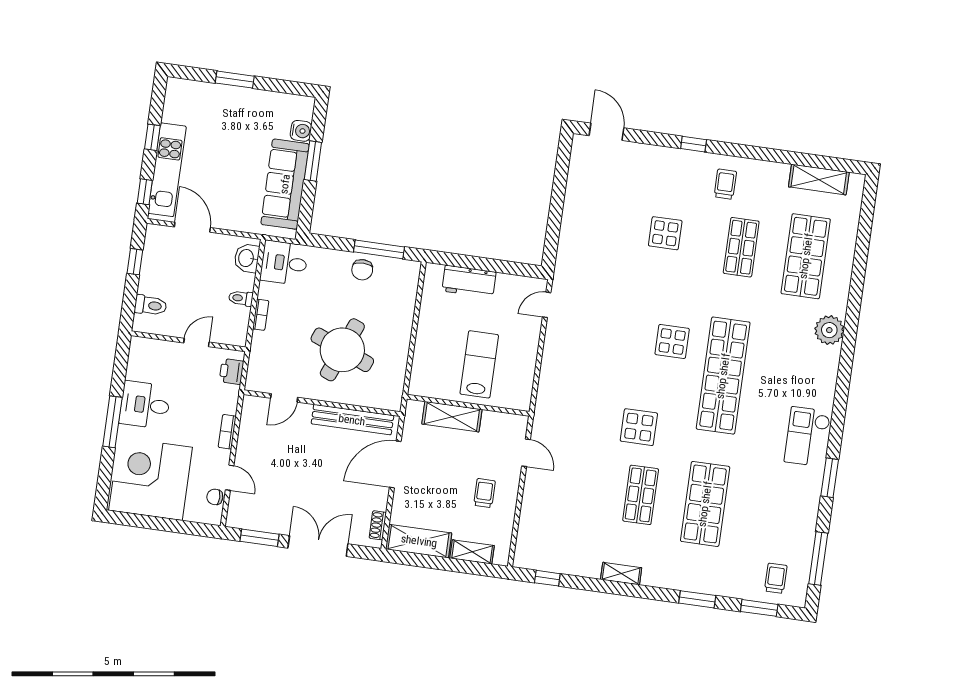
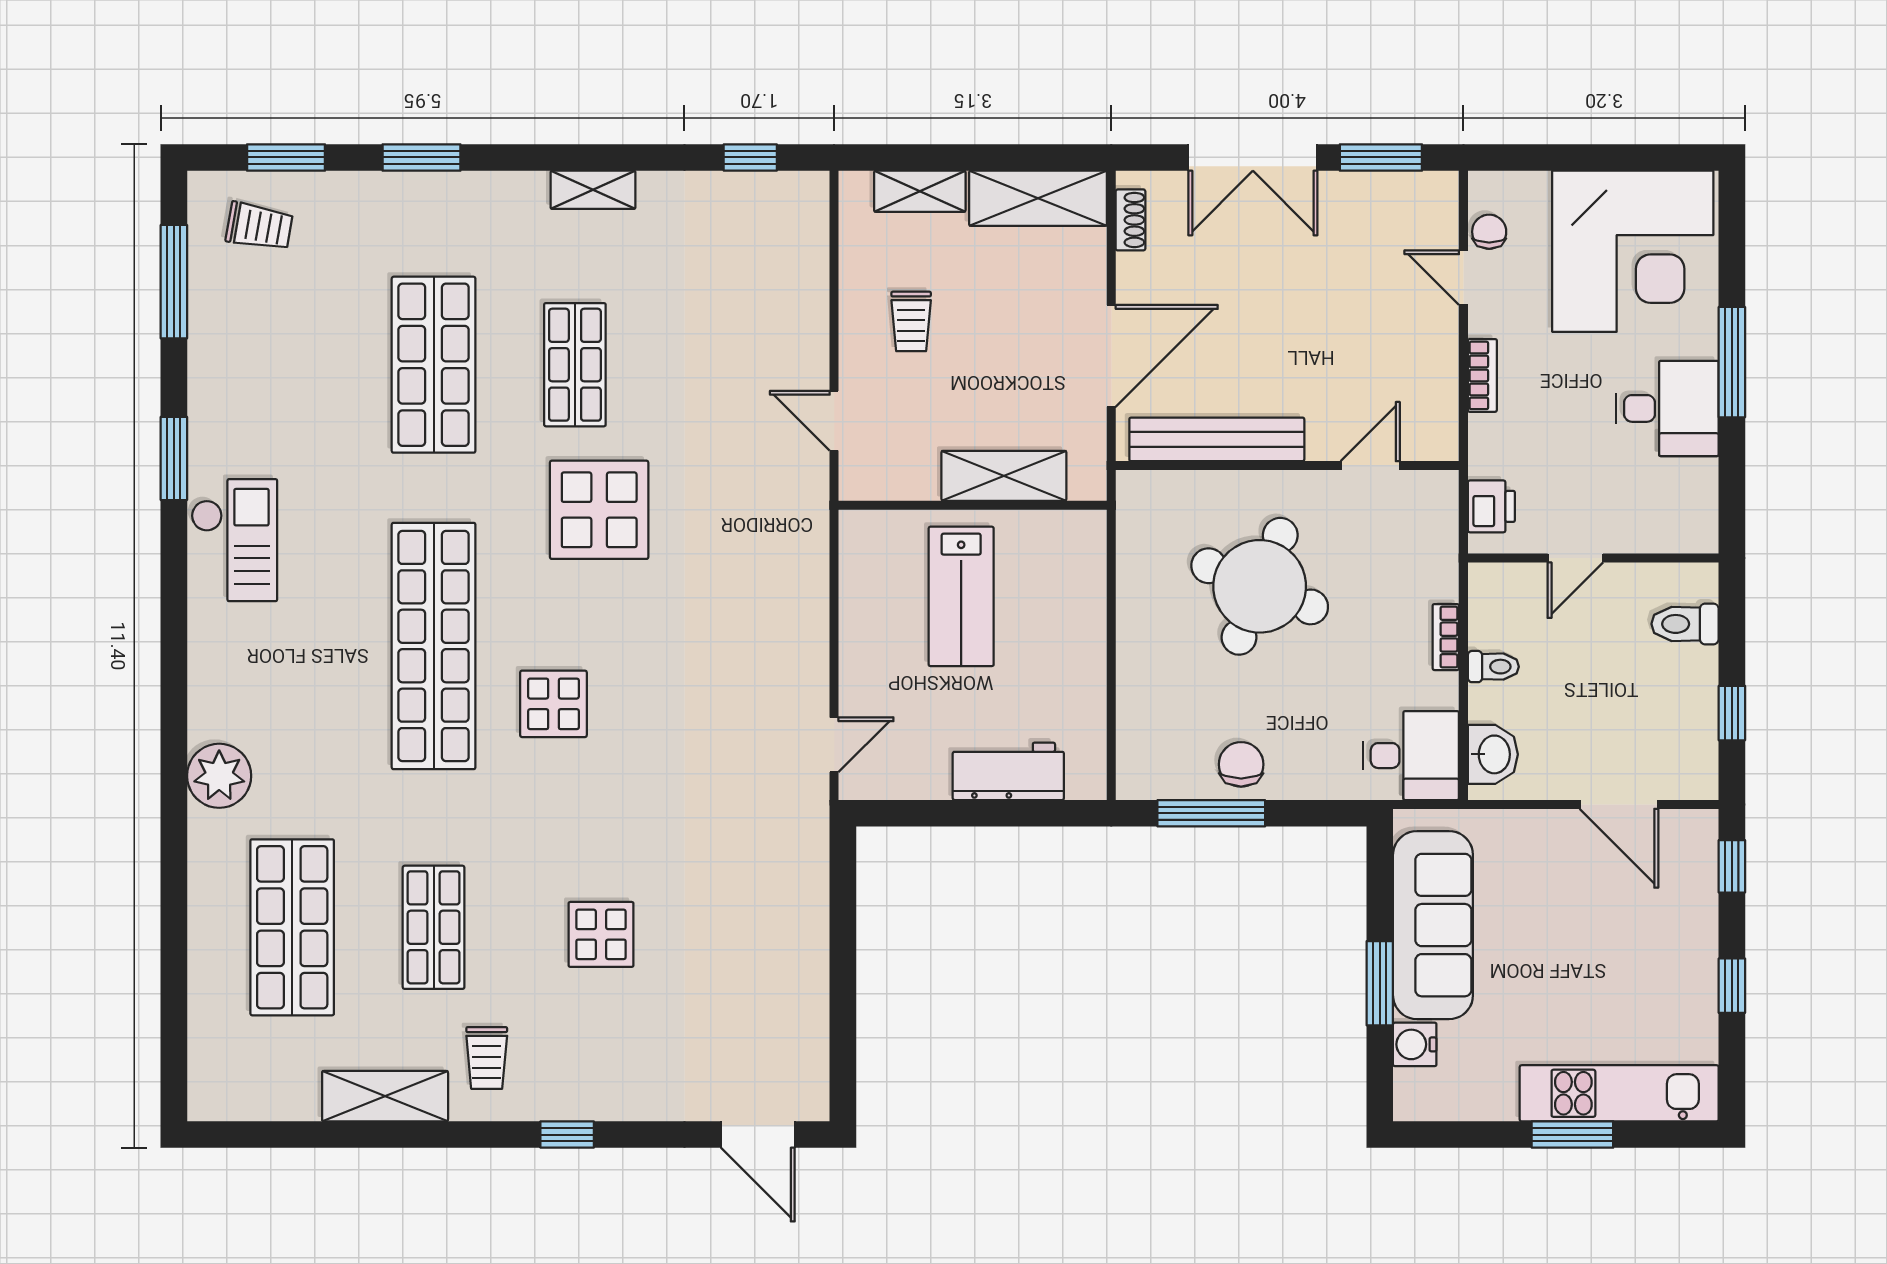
kitchen unit: (167, 170) -> (1619, 1093), moved, turned 90
shelving: (819, 180) -> (385, 1096), moved
display table: (639, 427) -> (599, 510), width x1.36, depth x1.36
chair: (215, 497) -> (1489, 232), turned -90
trolley: (776, 578) -> (259, 226), turned -80

